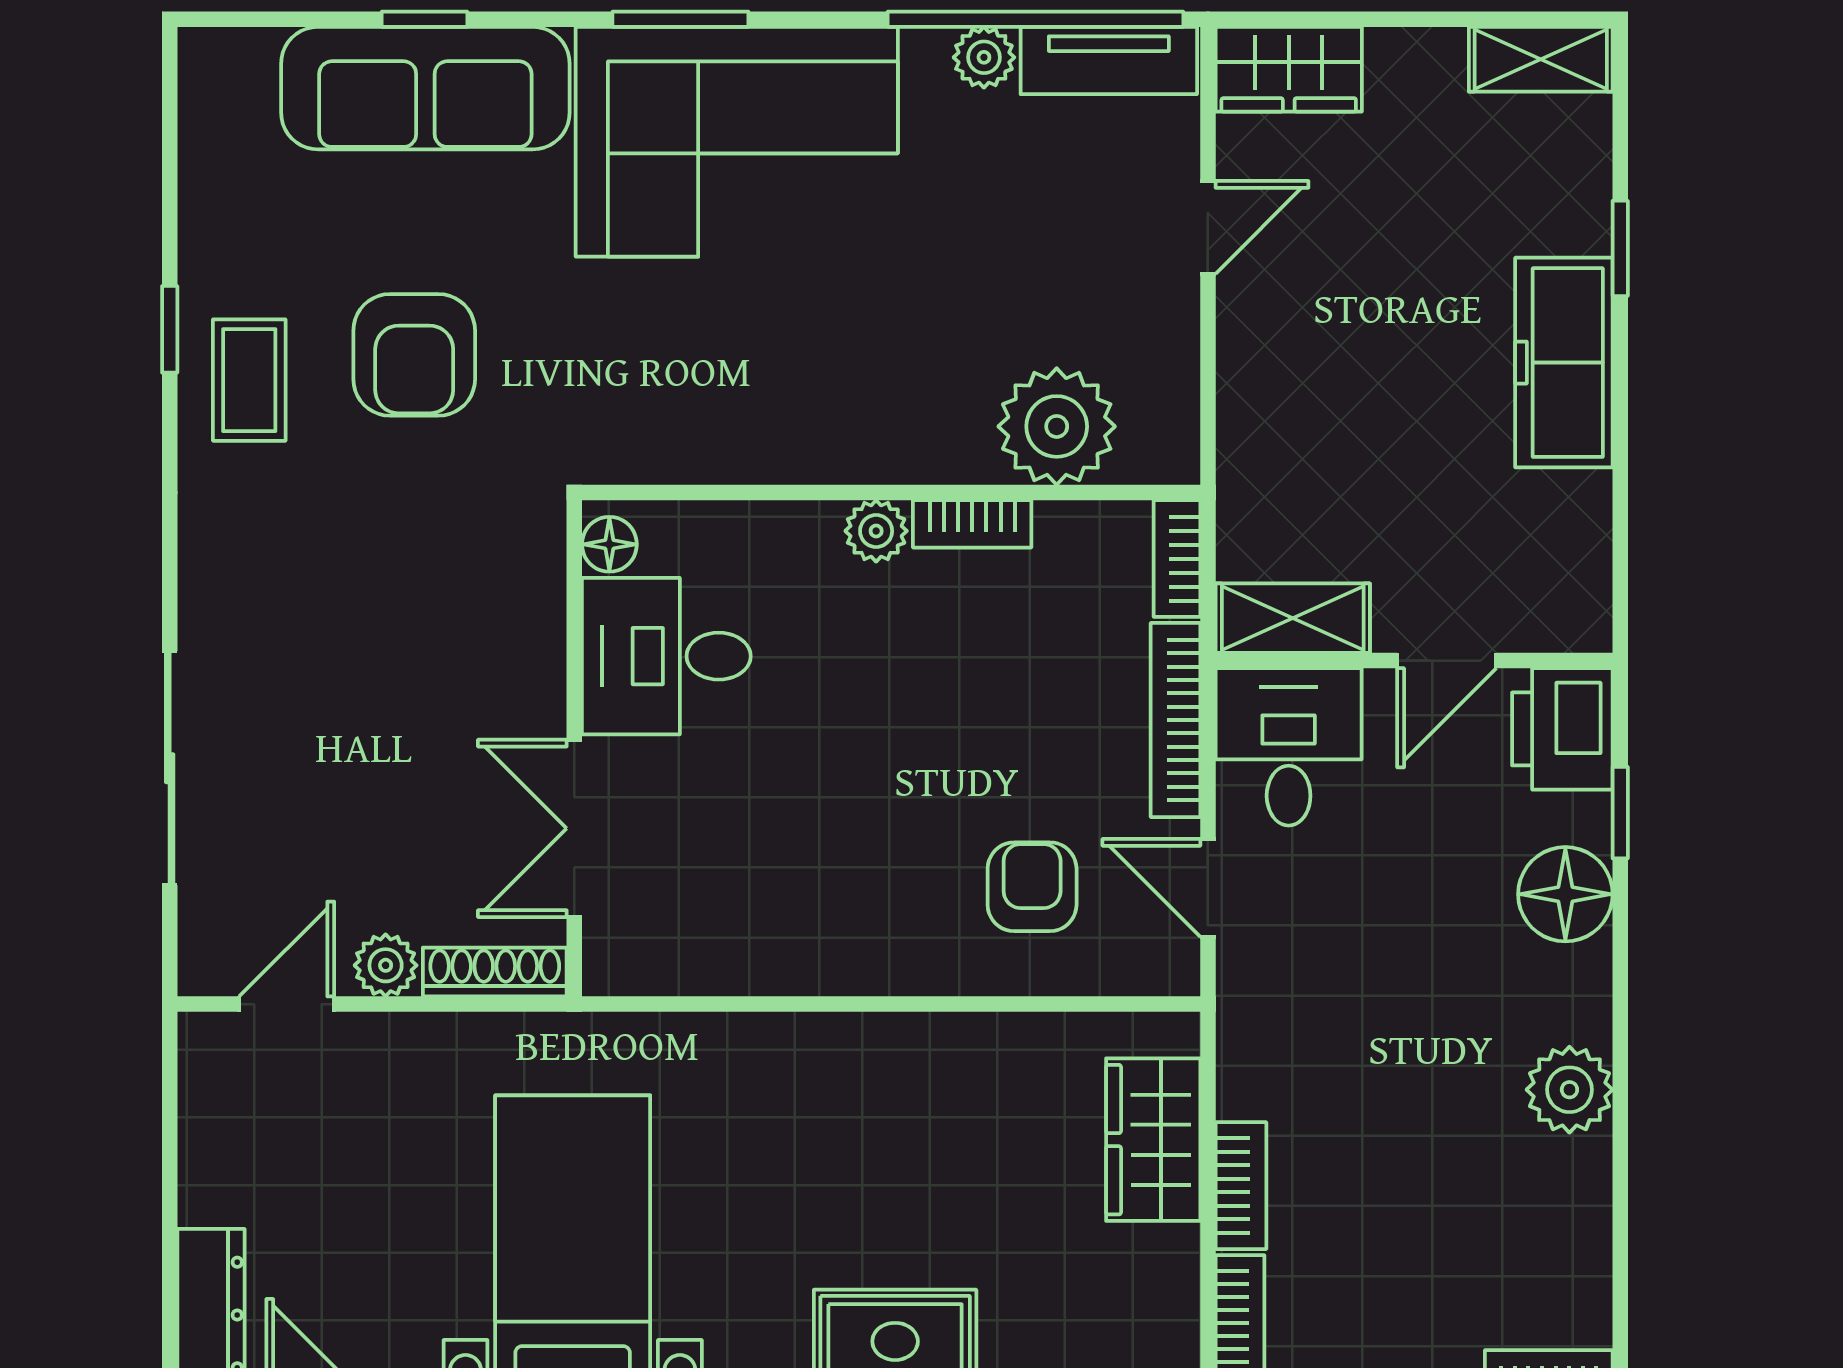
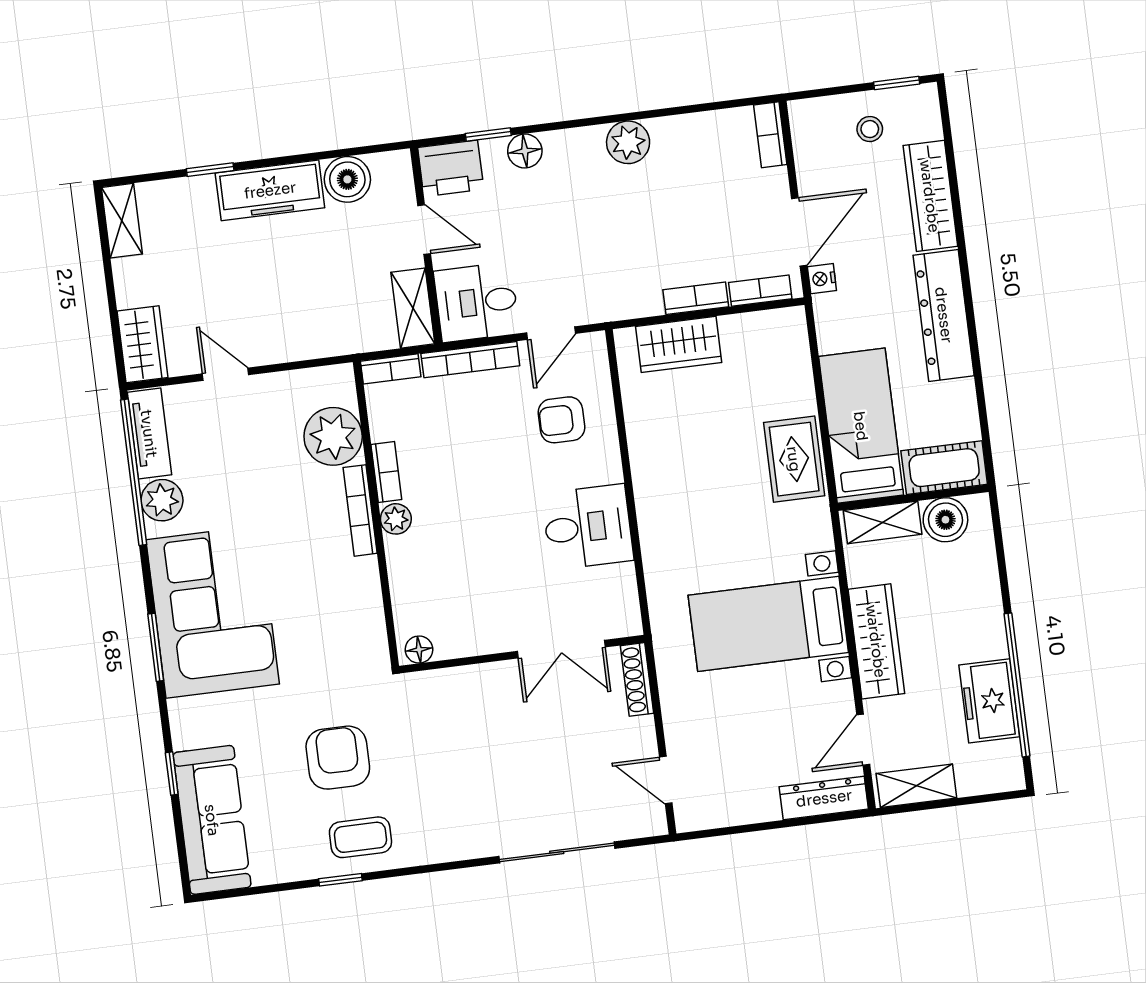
plant: (984, 57) -> (162, 500), width x1.38, depth x1.38
sofa: (425, 88) -> (212, 820), moved
armchair: (414, 355) -> (338, 758), turned -90
bookcase: (902, 462) -> (360, 510), added
boiler: (1566, 520) -> (347, 179), added
desk: (666, 656) -> (588, 527), moved, turned -90
floor lamp: (1565, 894) -> (525, 151), width x0.73, depth x0.73
plant: (386, 965) -> (640, 734), removed

